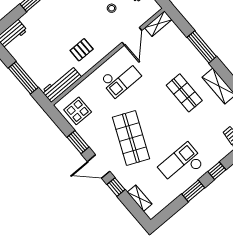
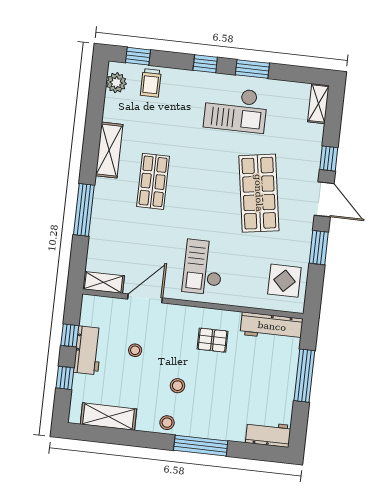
stool: (76, 13) -> (177, 386), added
checkout: (121, 78) -> (203, 267), turned -90
shop shelf: (131, 138) -> (259, 193), turned -33
shelving: (140, 198) -> (318, 104), moved

